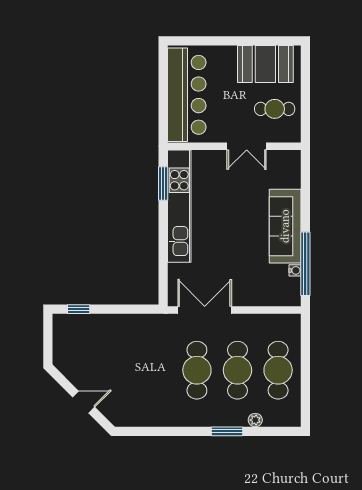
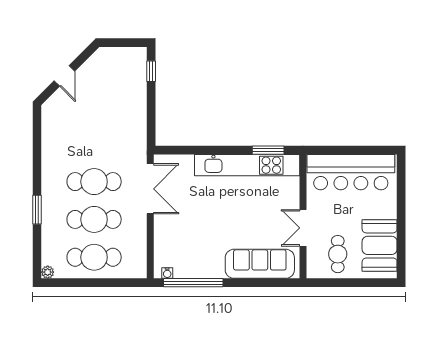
sofa: (285, 226) -> (260, 264), moved
water cooler: (295, 270) -> (167, 273), moved
plant: (255, 420) -> (48, 272), moved

